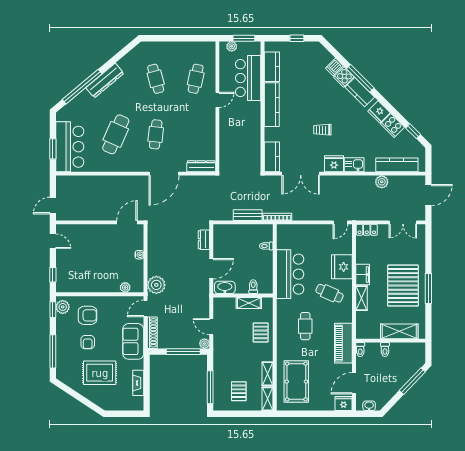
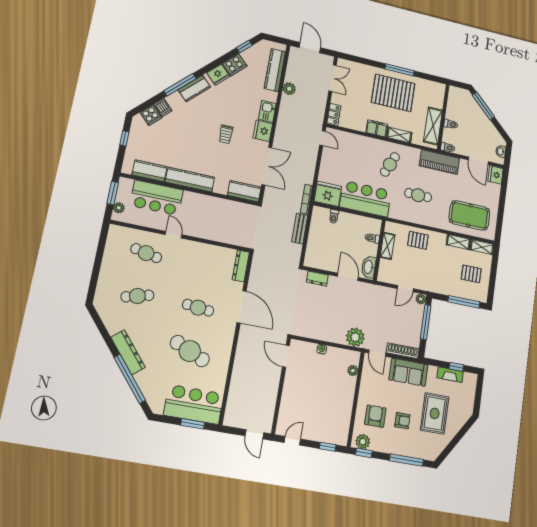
cooker: (344, 77) -> (151, 115), moved
fridge: (342, 267) -> (328, 194), moved, turned 180
shelving: (399, 331) -> (433, 126), moved
window: (147, 388) -> (456, 367), added

